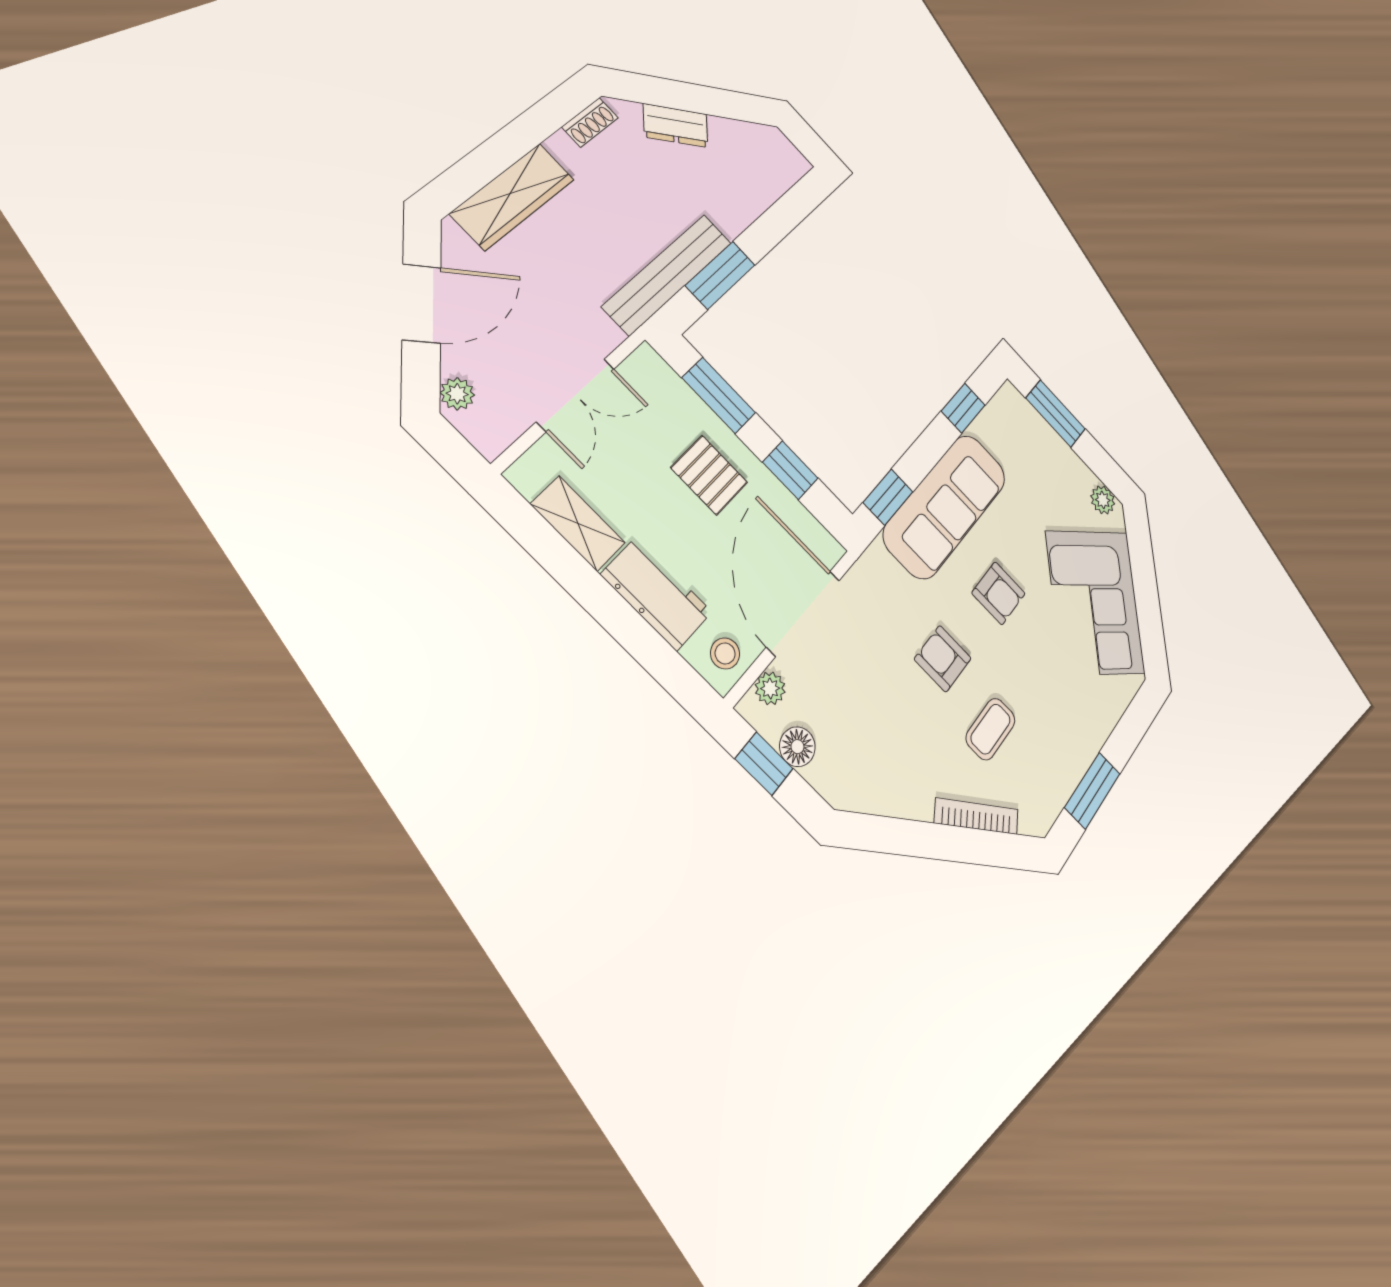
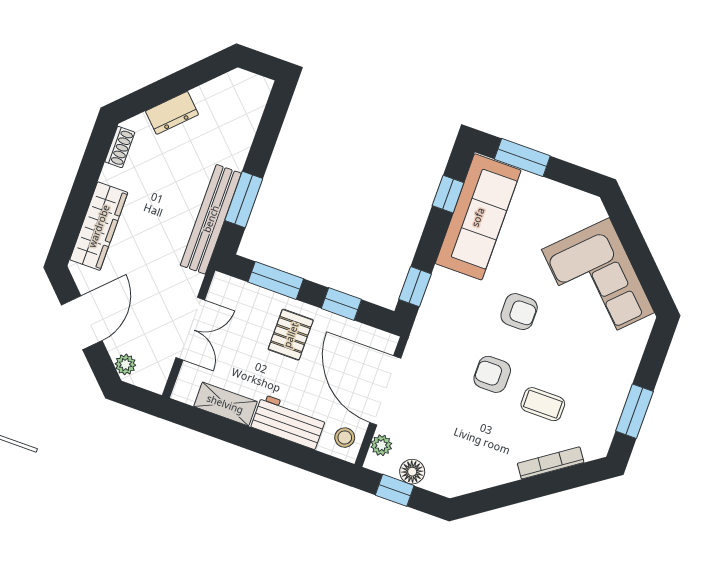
pallet: (709, 475) -> (291, 335), turned 90
plant: (1103, 500) -> (582, 203), removed
sofa: (945, 506) -> (478, 217), moved
coffee table: (991, 729) -> (543, 404), turned 90

